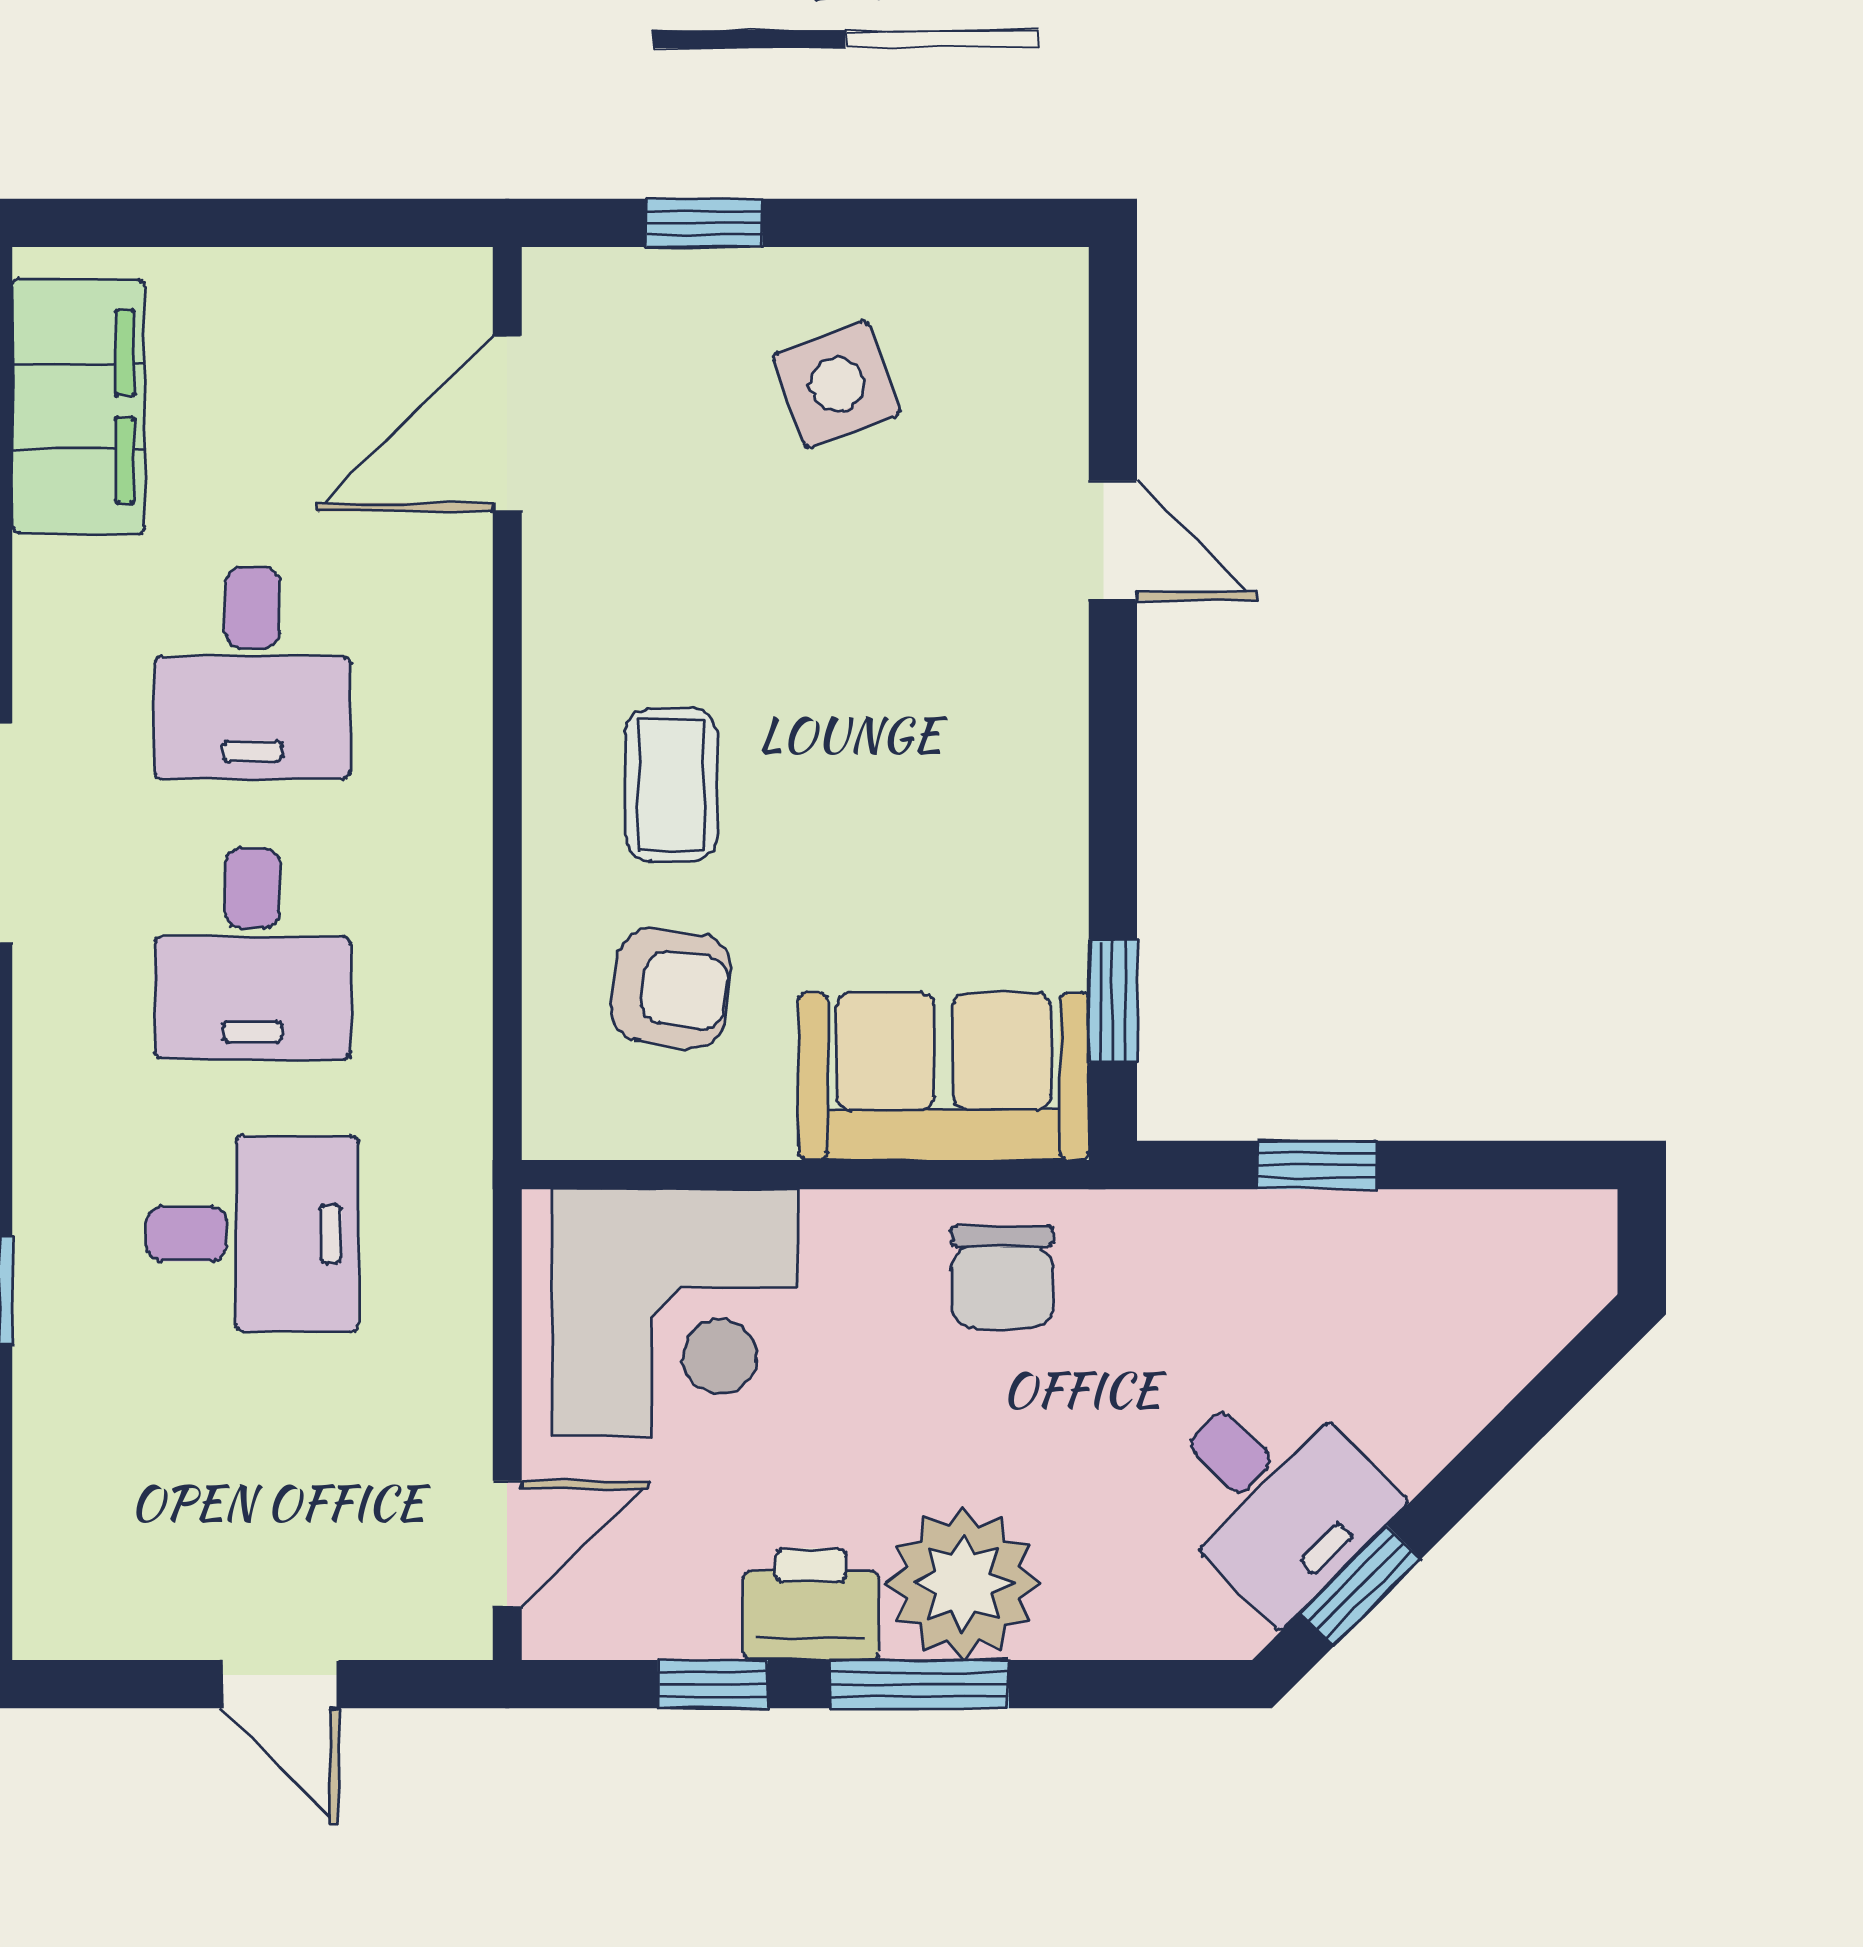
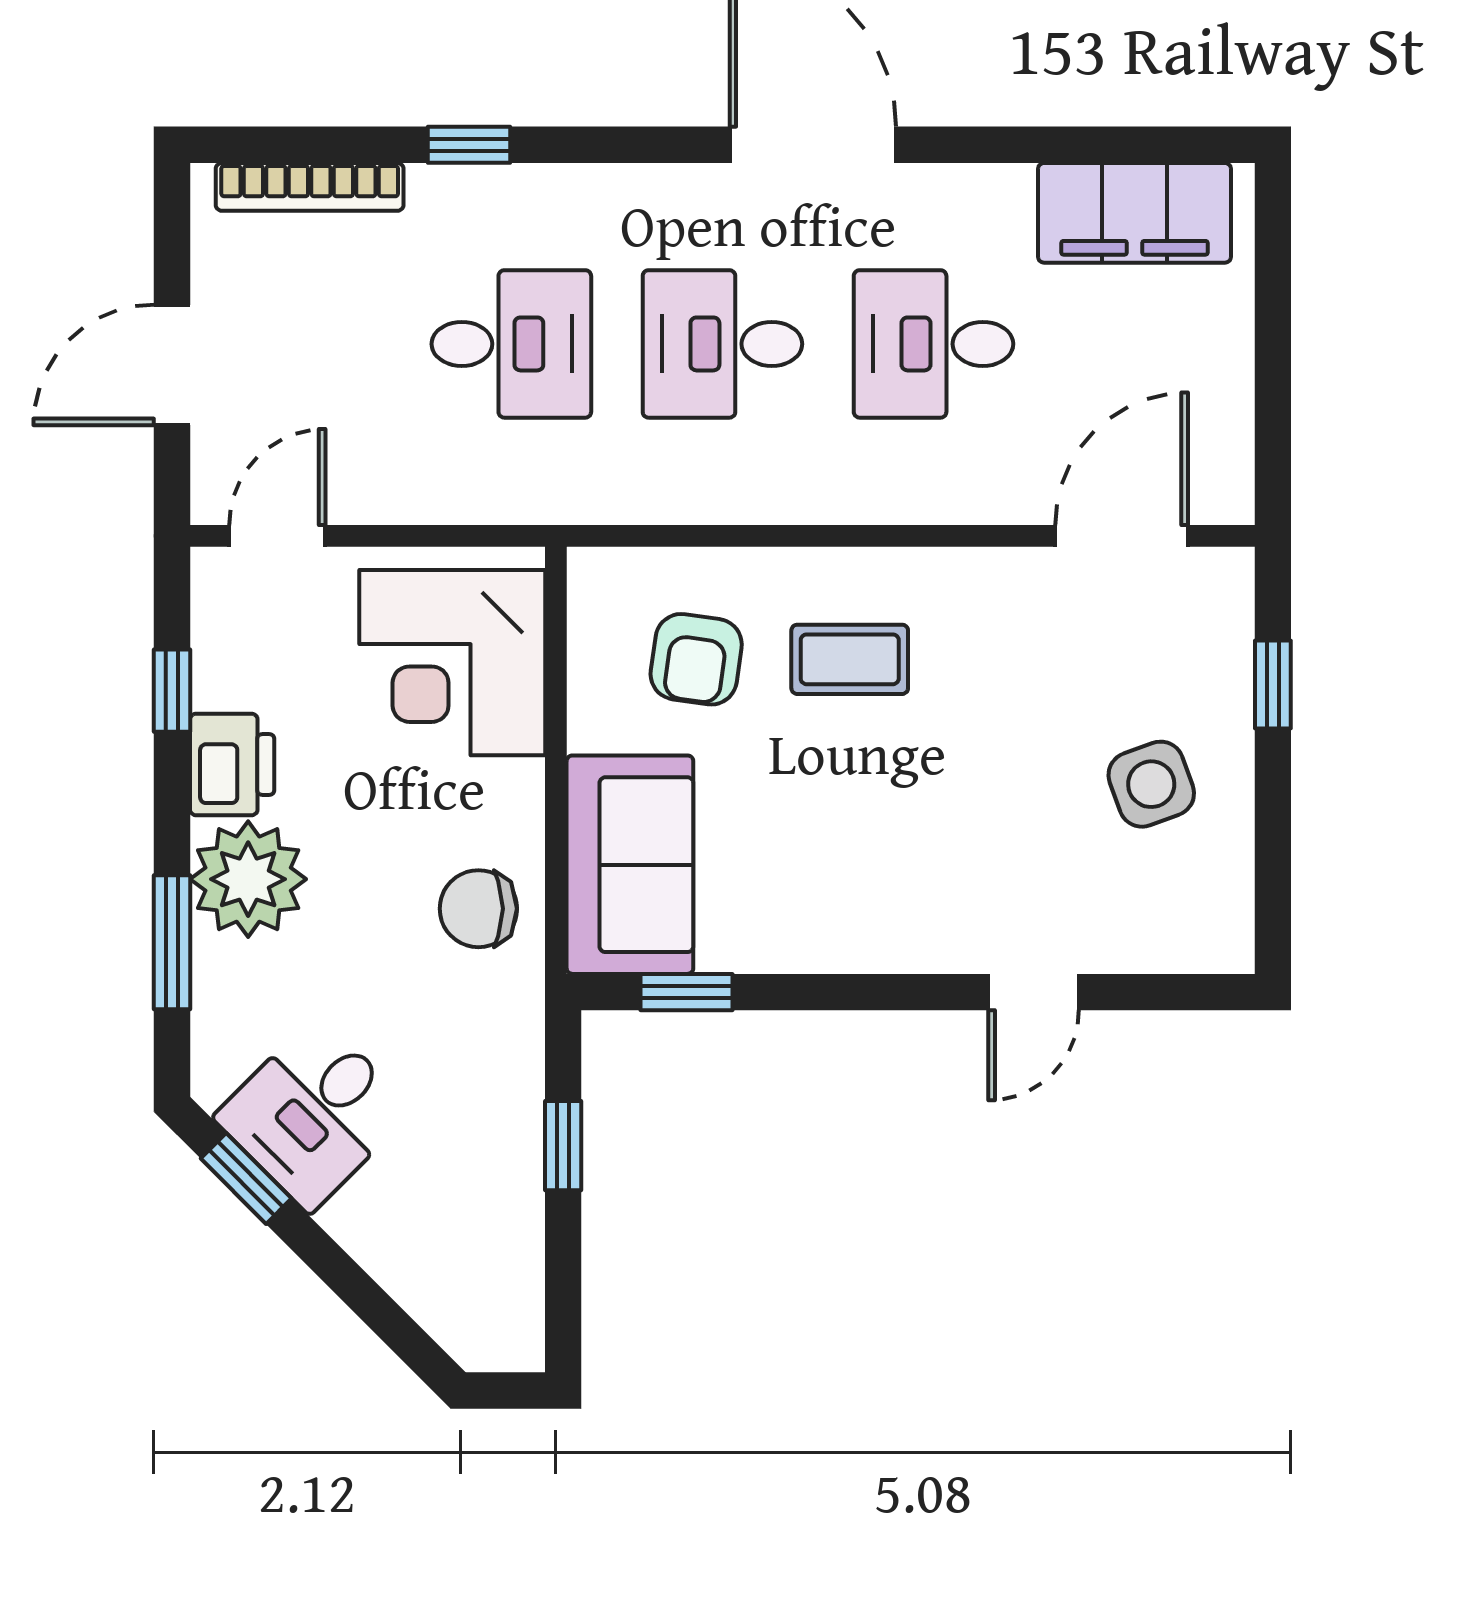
door: (507, 424) -> (1122, 536), hinge flipped
desk: (252, 1234) -> (511, 344), turned -90
bookcase: (44, 1501) -> (310, 187), added
door: (507, 1544) -> (277, 536), swing flipped
door: (280, 1684) -> (172, 365), width x1.38
window: (920, 1684) -> (172, 942), moved

